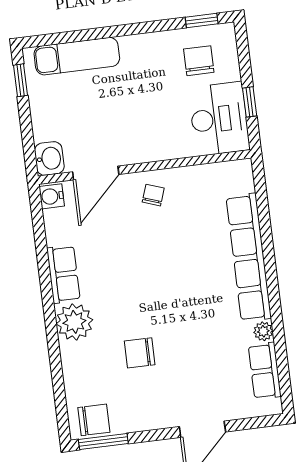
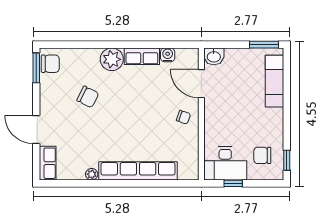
chair: (199, 61) -> (262, 155), turned 180
window: (20, 80) -> (264, 45), width x1.50
water cooler: (52, 196) -> (168, 55), moved
chair: (140, 353) -> (88, 97), turned 117
row of seats: (265, 371) -> (48, 163), moved, turned 90
chair: (94, 420) -> (50, 64), turned -90

